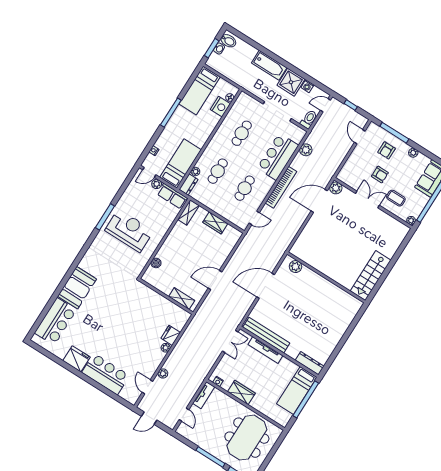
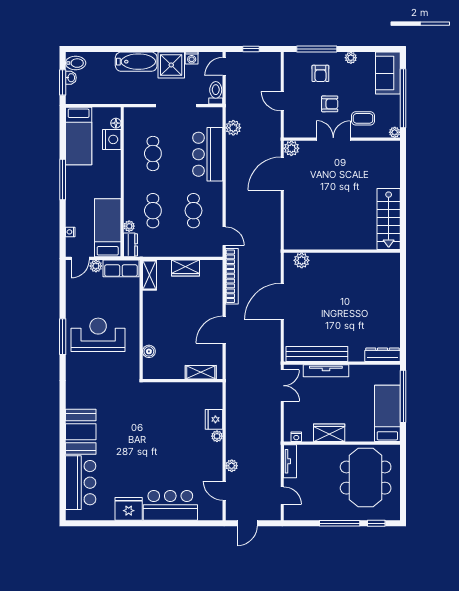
door: (360, 137) -> (282, 101), moved
bookcase: (281, 187) -> (232, 276), moved
door: (254, 218) -> (224, 236), hinge flipped
bed: (297, 391) -> (387, 413), moved, turned 180

